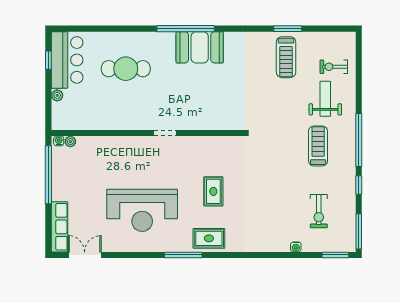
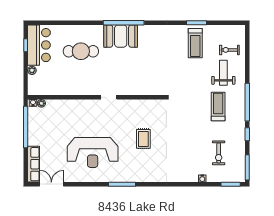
booth: (200, 47) -> (121, 36), moved
rug: (209, 238) -> (140, 172), removed

